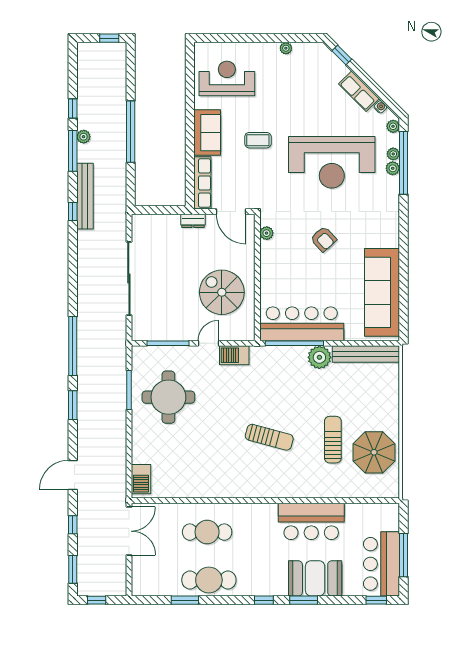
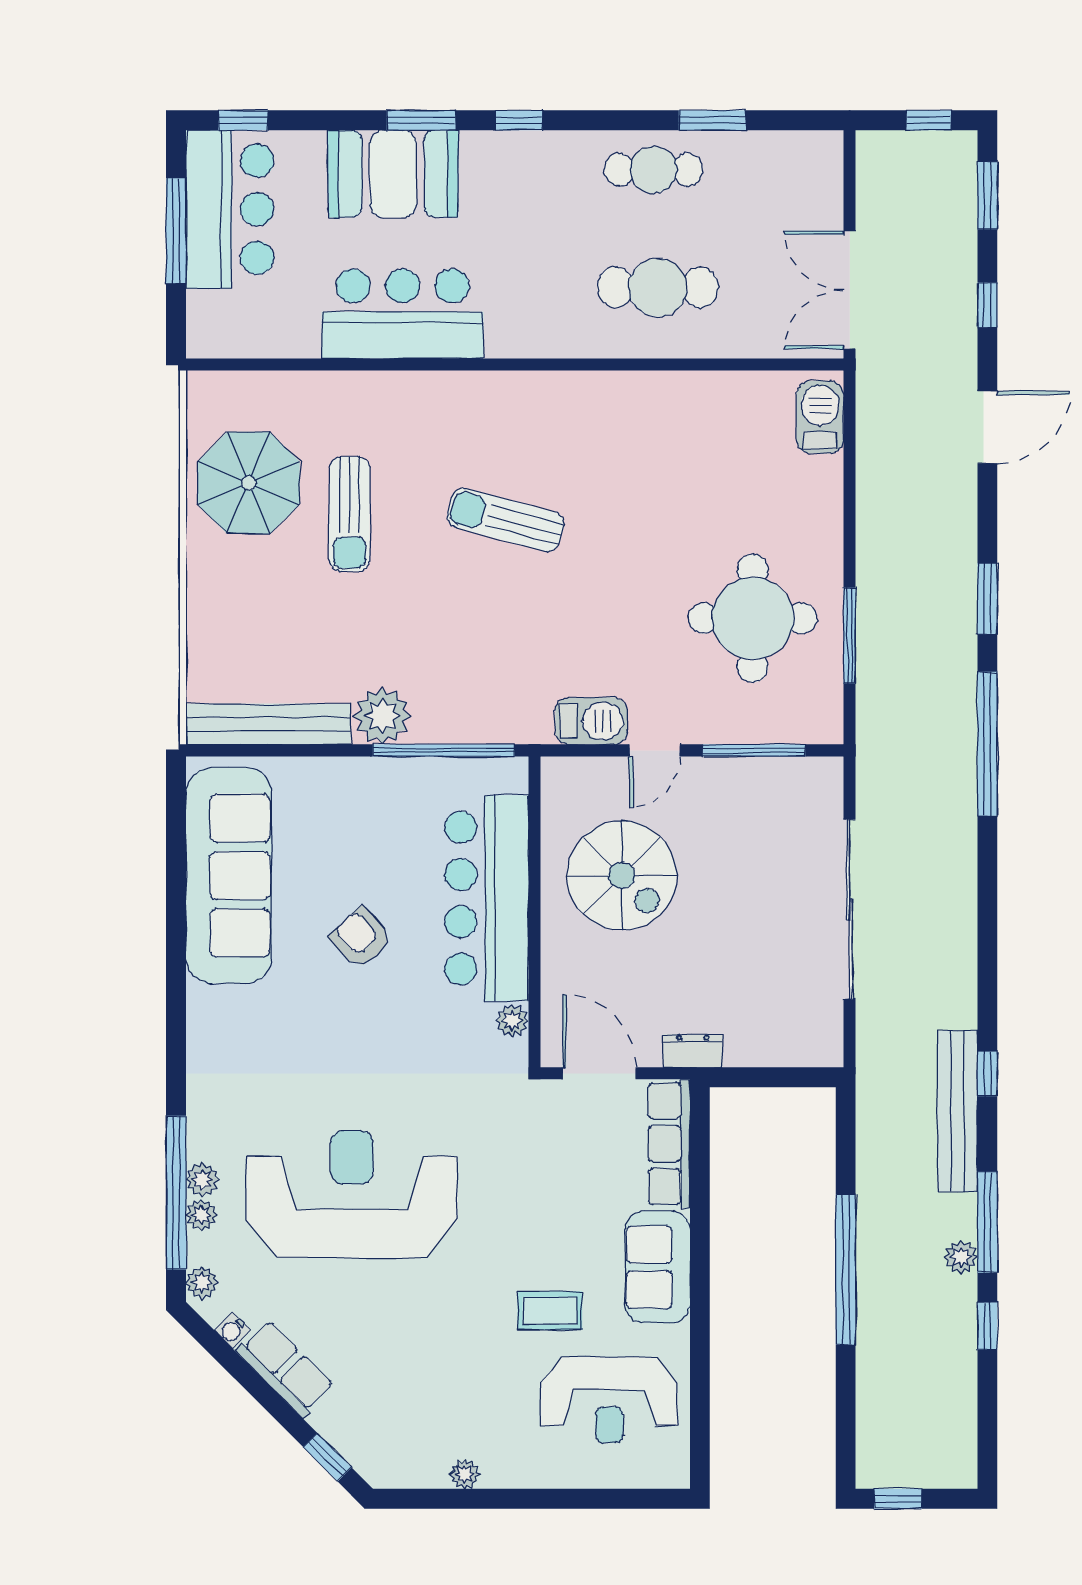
coffee table: (258, 140) -> (550, 1311), moved
armchair: (323, 239) -> (361, 938), moved
bar counter: (302, 324) -> (487, 898), moved, turned 90
cafe table: (209, 580) -> (653, 170), width x0.73, depth x0.74

